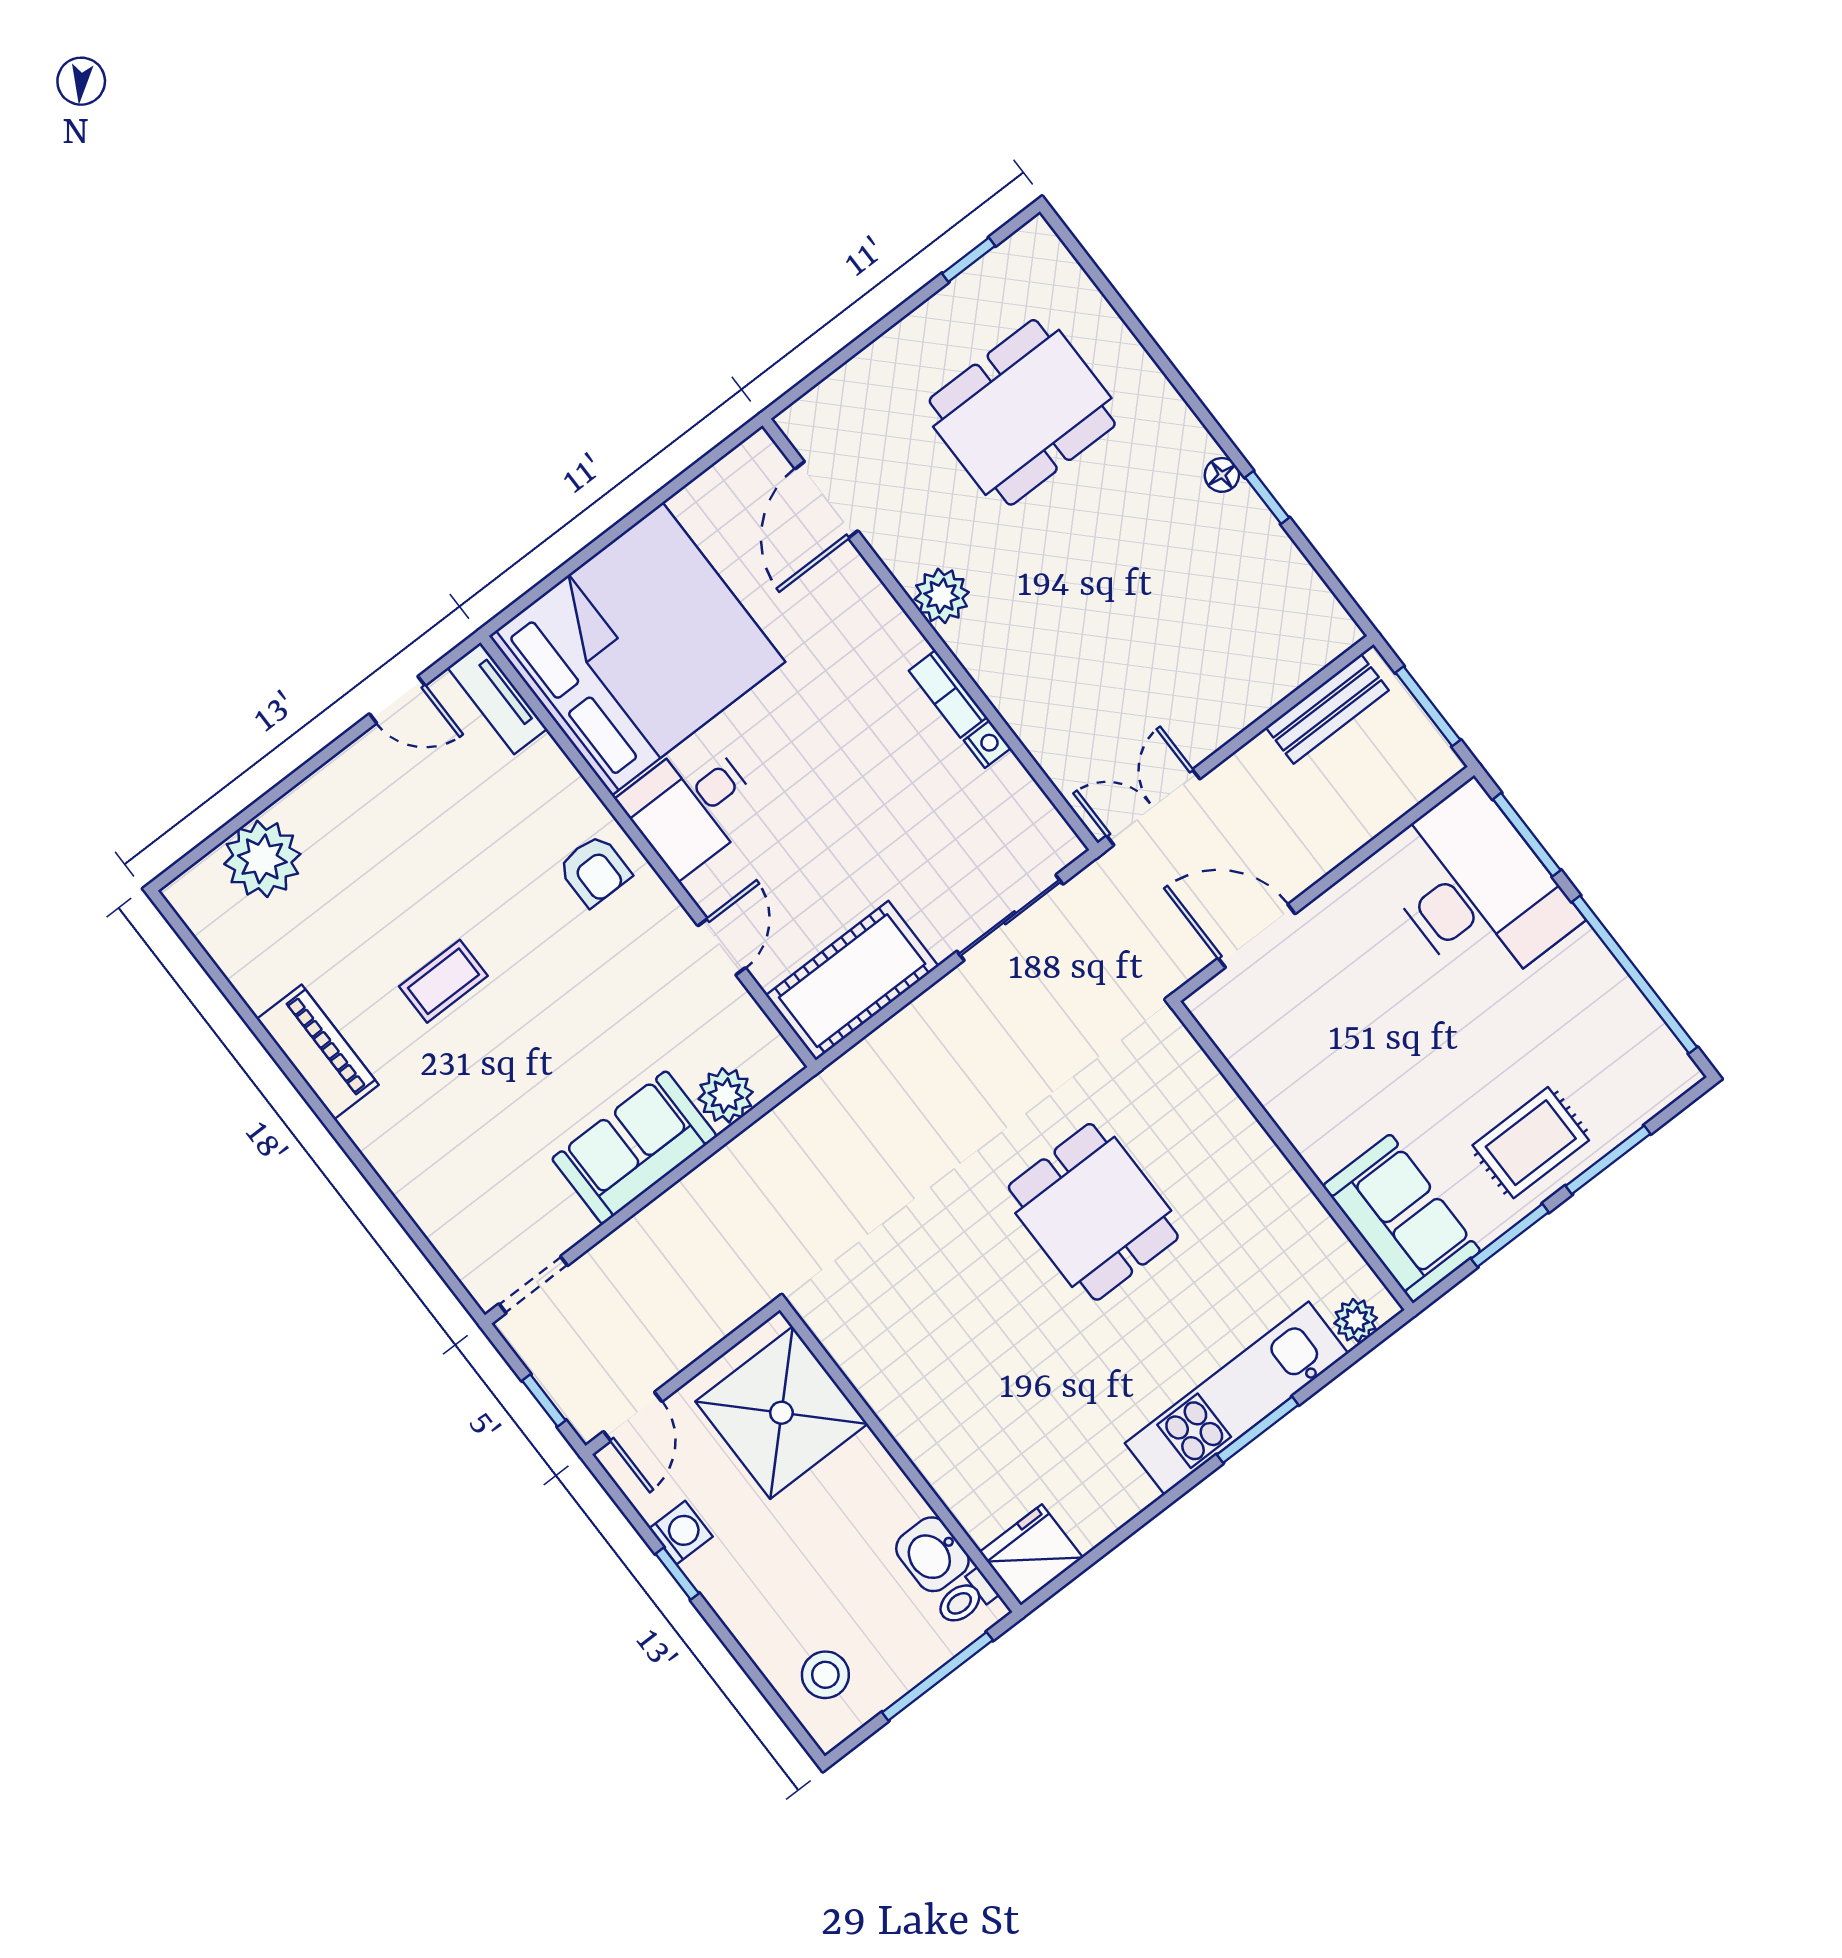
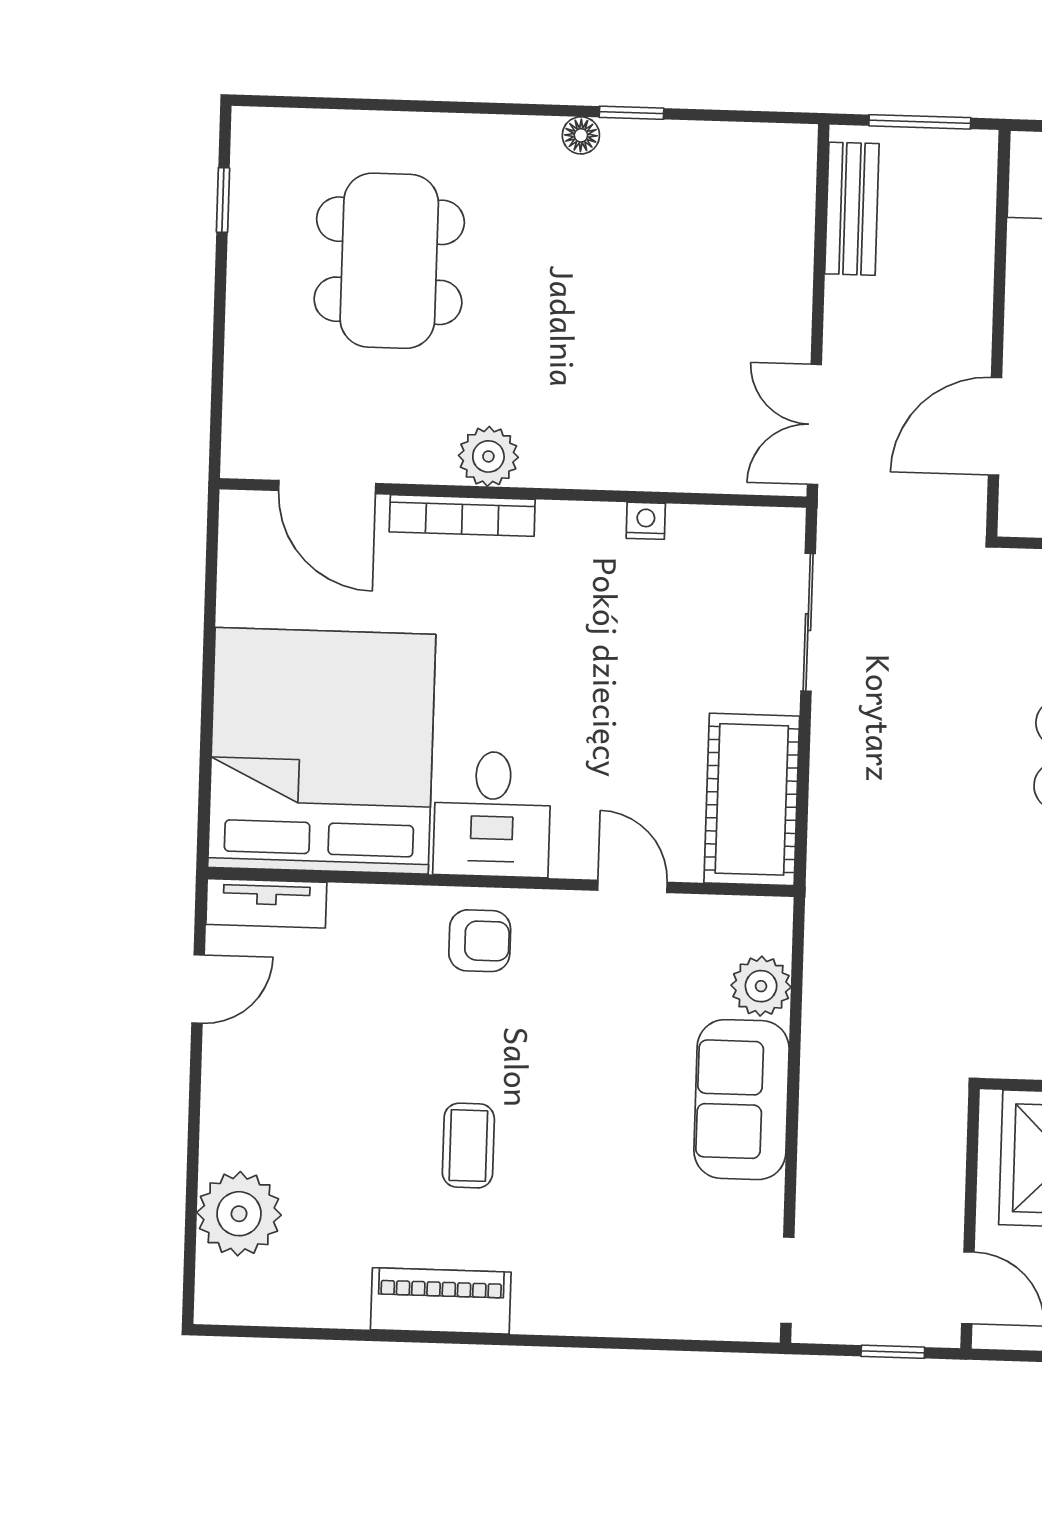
bookcase: (948, 694) -> (462, 516), moved, width x1.56

